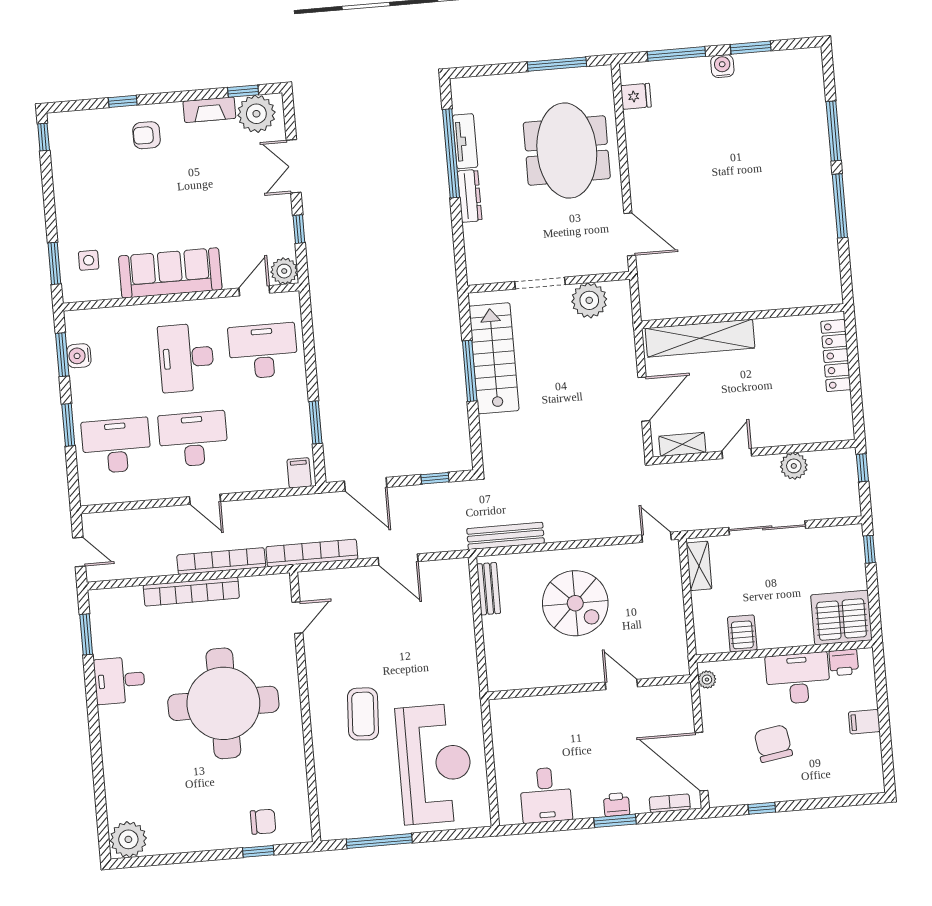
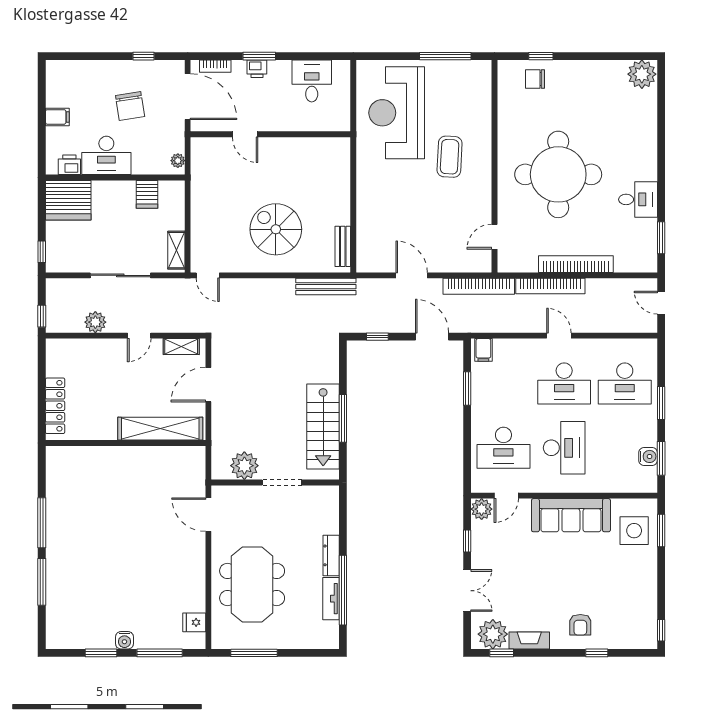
armchair: (147, 135) -> (580, 625), turned 90
side table: (89, 260) -> (634, 531), width x1.87, depth x1.87
door: (621, 685) -> (245, 134), moved
wall: (589, 687) -> (270, 134), moved

